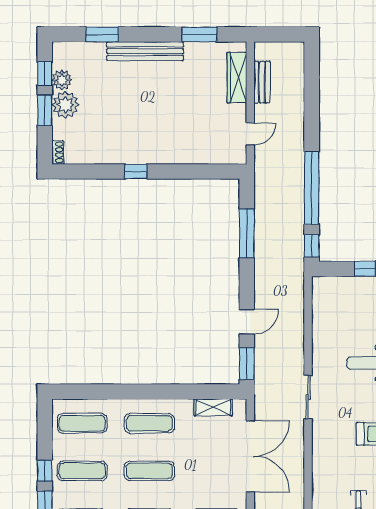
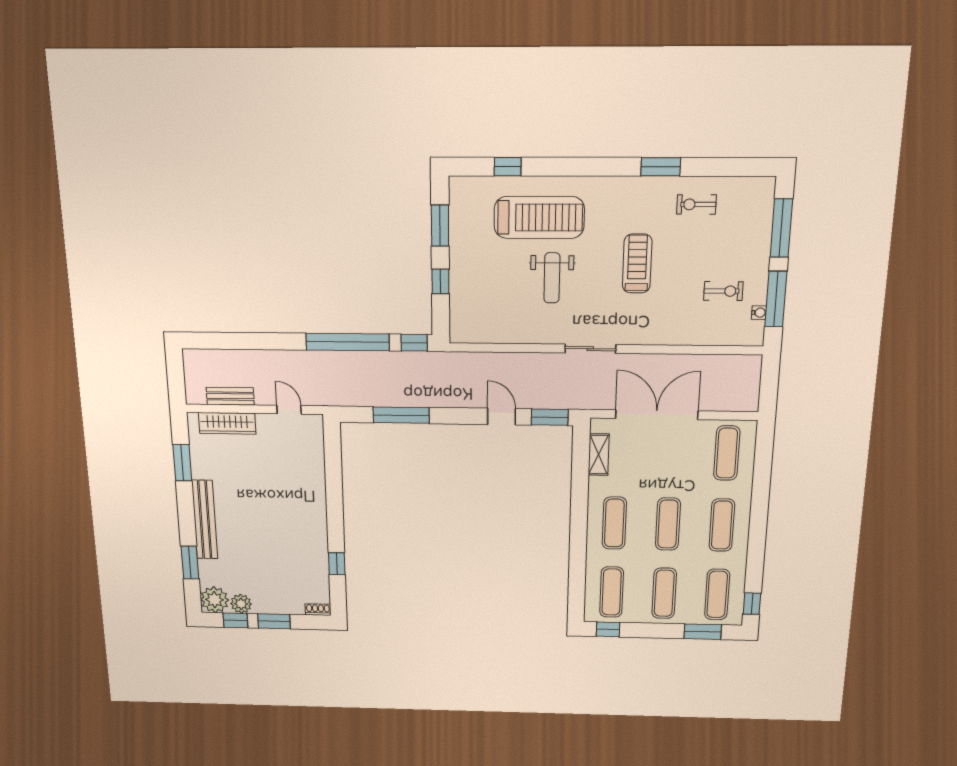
plant: (65, 105) -> (215, 600), moved
window: (136, 171) -> (337, 564), moved
window: (45, 471) -> (608, 629), moved

